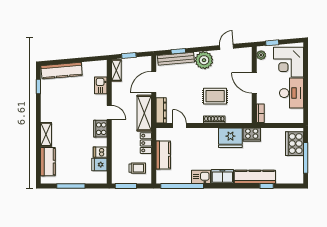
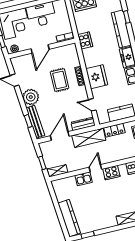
door: (154, 82) -> (60, 136), swing flipped
kitchen sink: (101, 85) -> (84, 179), moved
door: (179, 125) -> (92, 105), hinge flipped
fridge: (230, 138) -> (97, 77), moved

